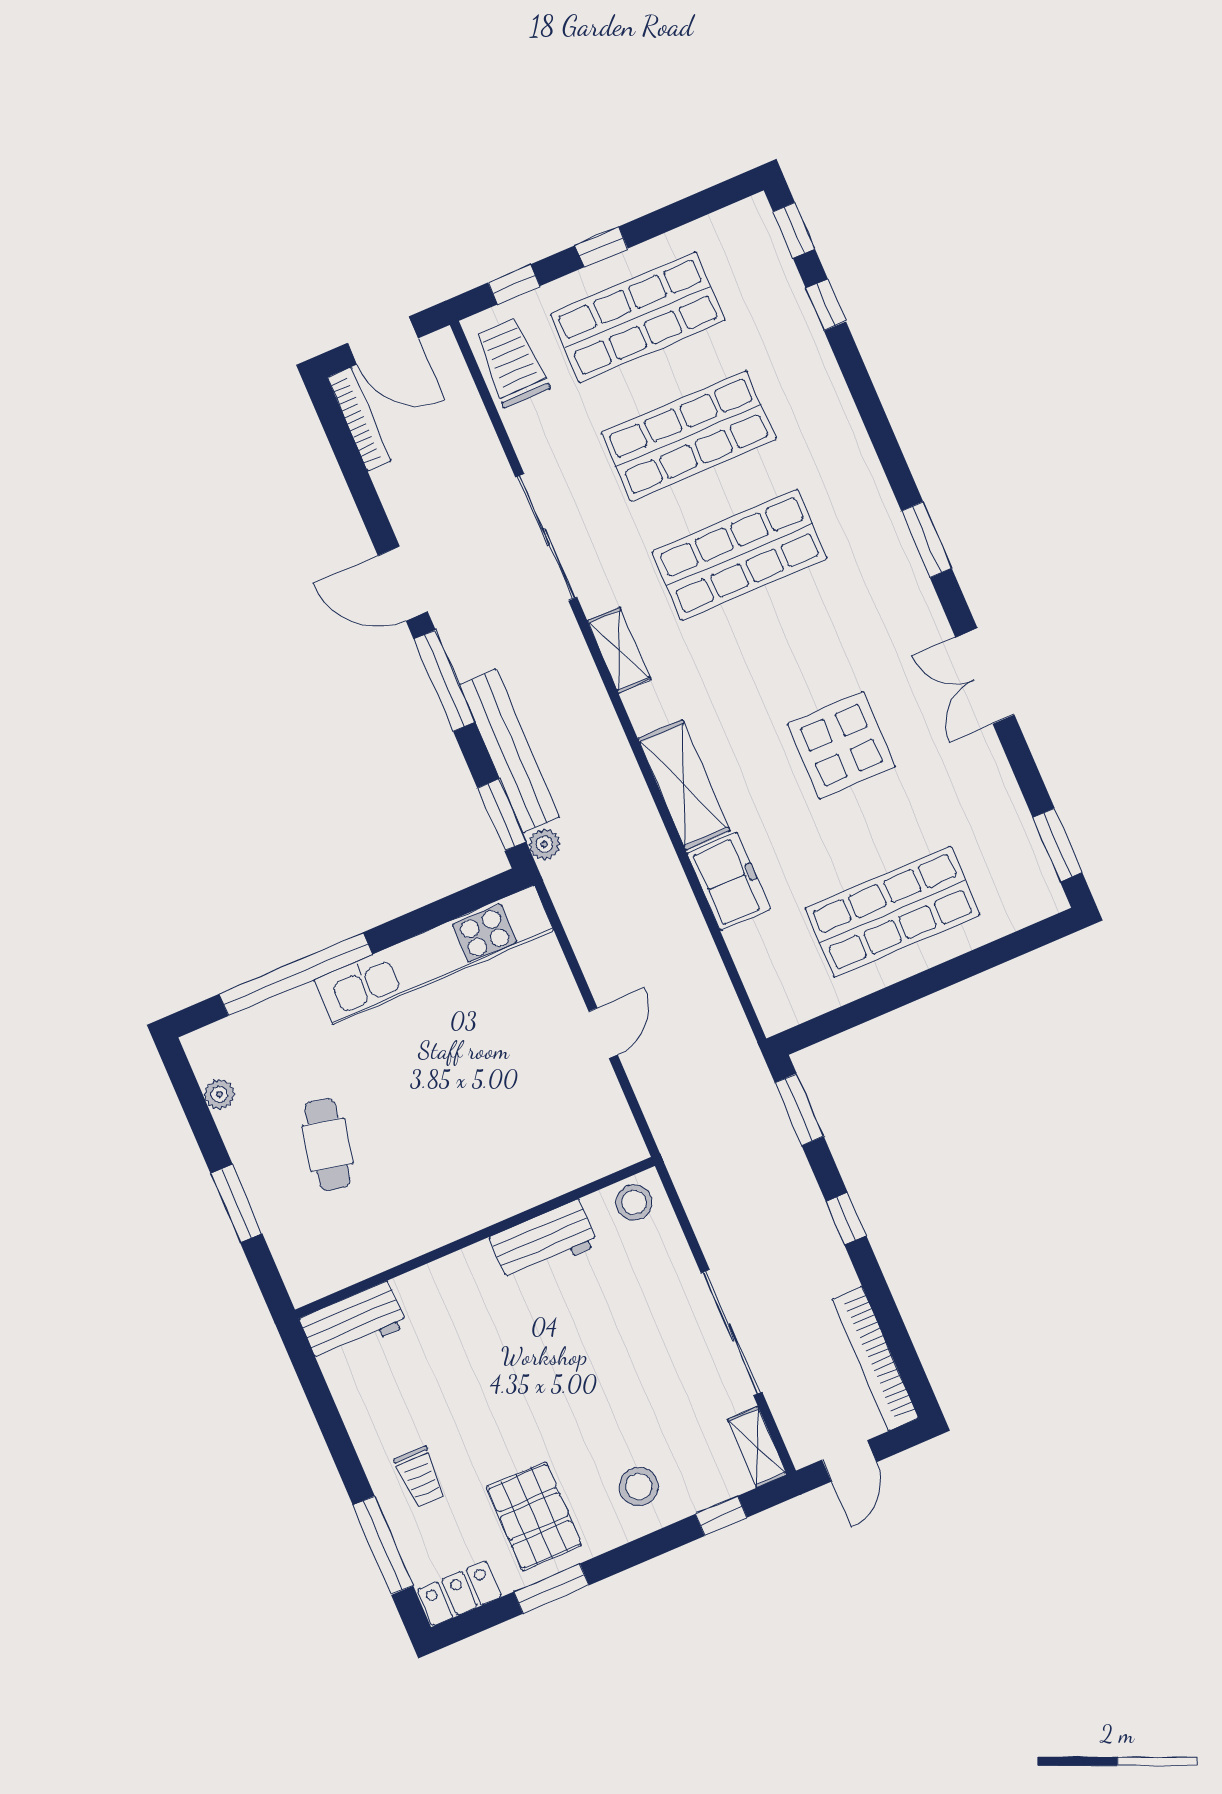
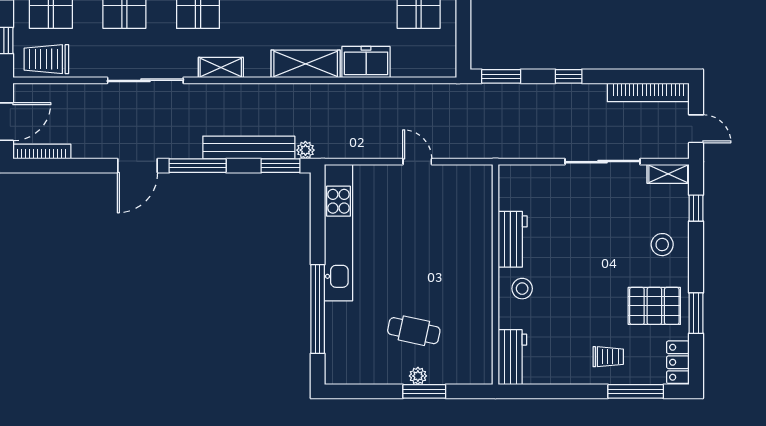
plant: (219, 1094) -> (418, 376), moved
stool: (634, 1202) -> (522, 289), moved

